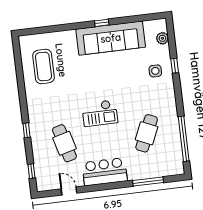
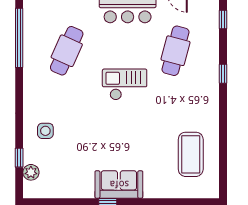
sofa: (111, 38) -> (119, 184), width x0.54, depth x0.79
window: (175, 66) -> (19, 158), moved
cafe table: (64, 143) -> (175, 51), turned 30

